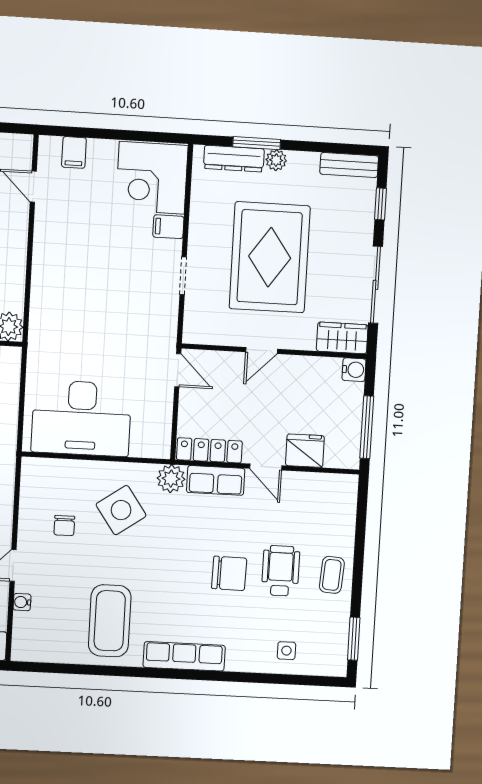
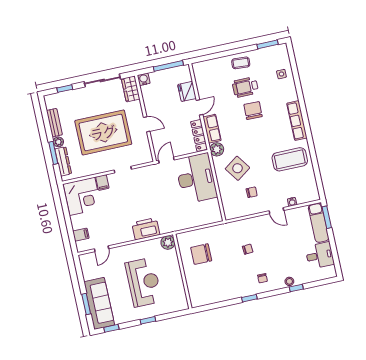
bench: (349, 165) -> (54, 123), moved
printer: (49, 289) -> (146, 229), added
desk: (81, 418) -> (196, 178), moved

